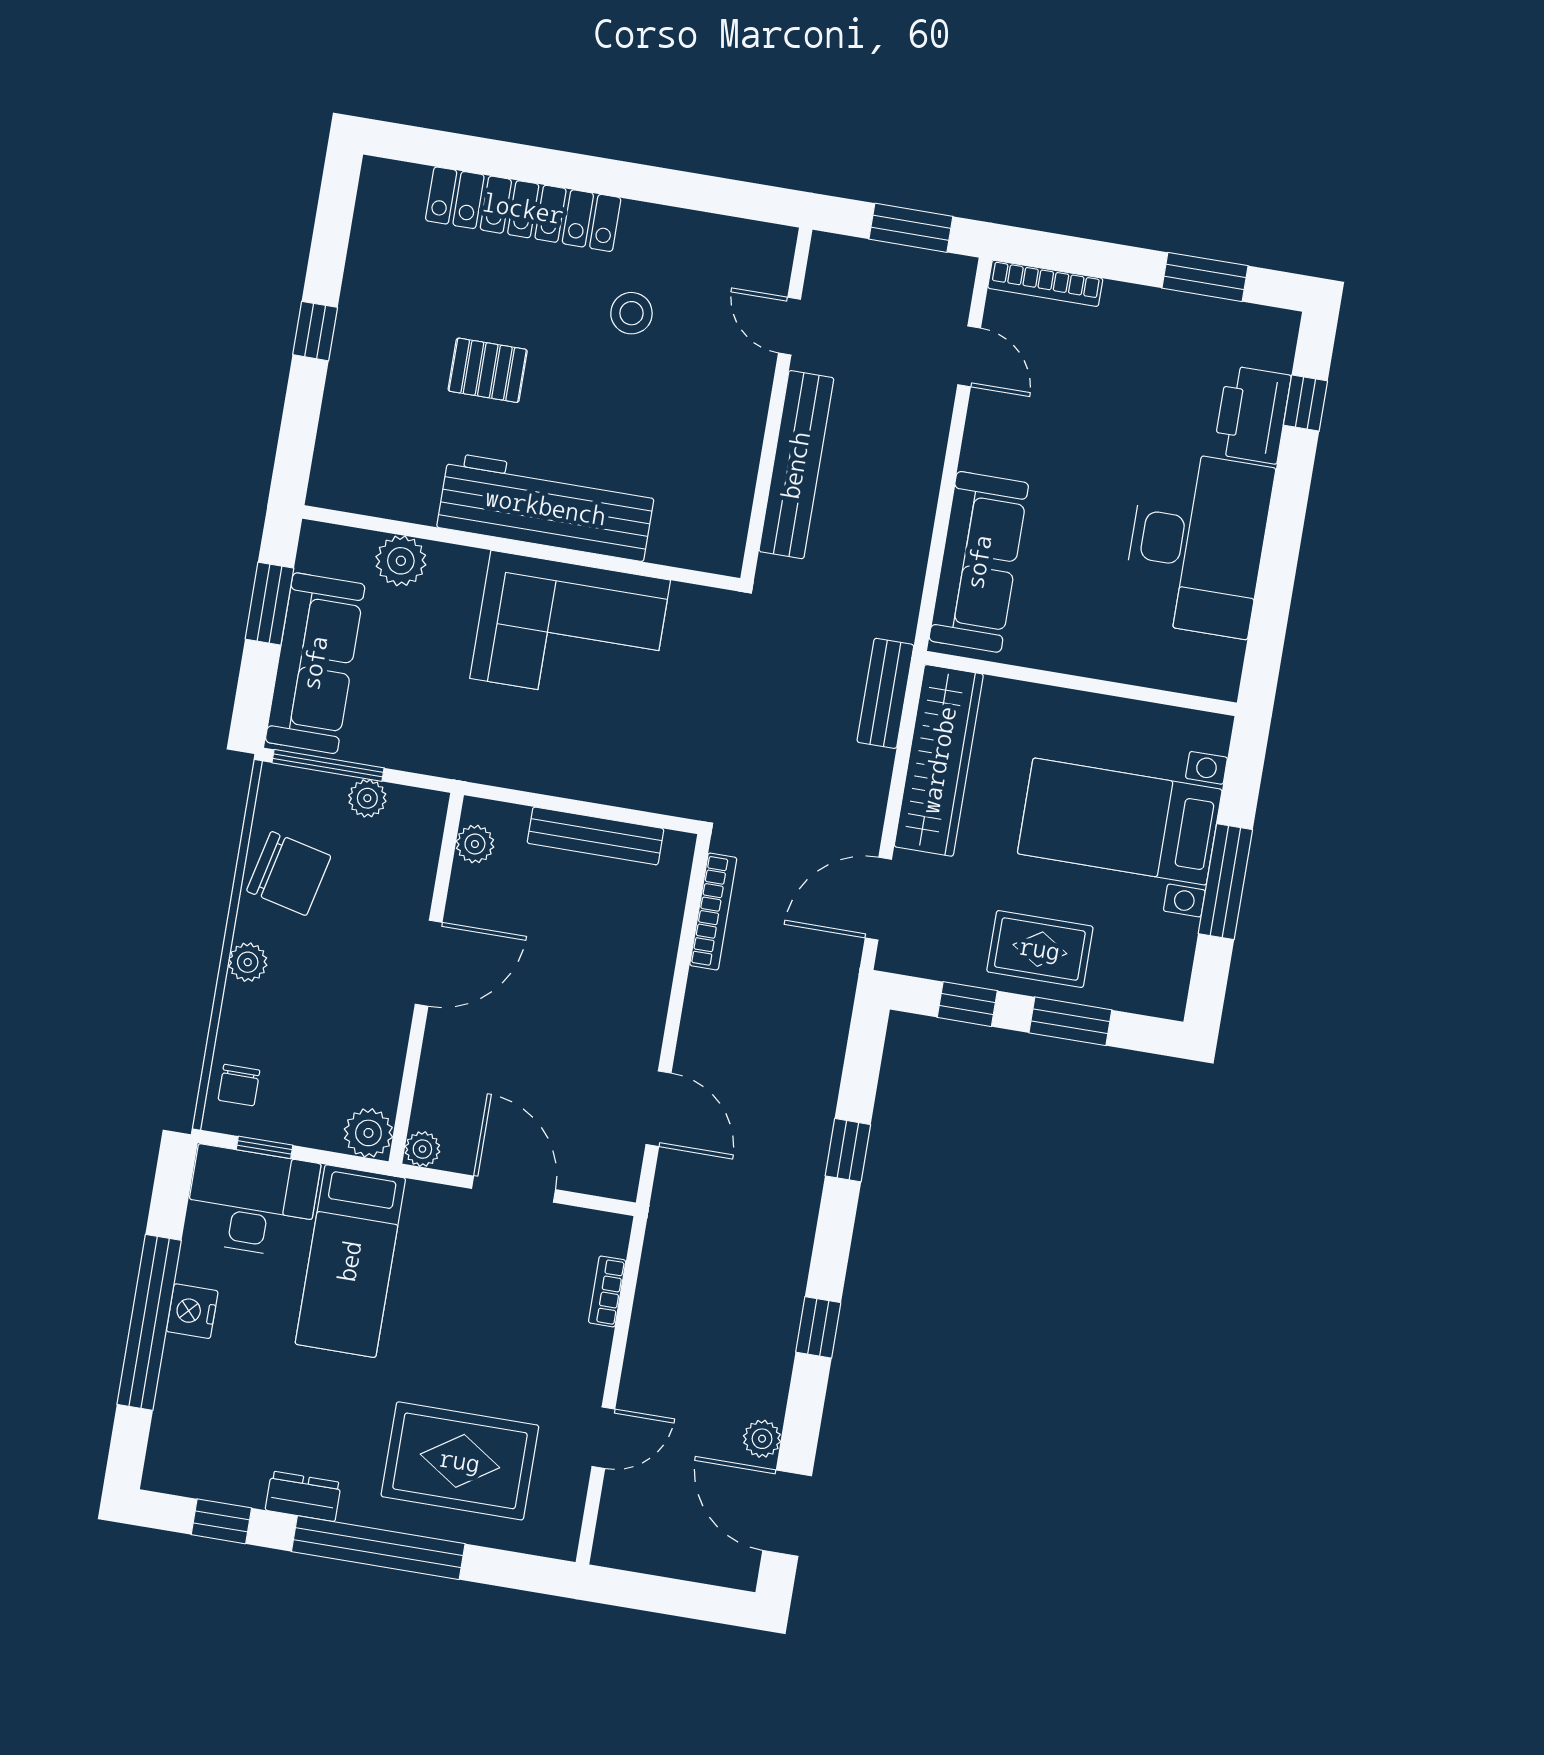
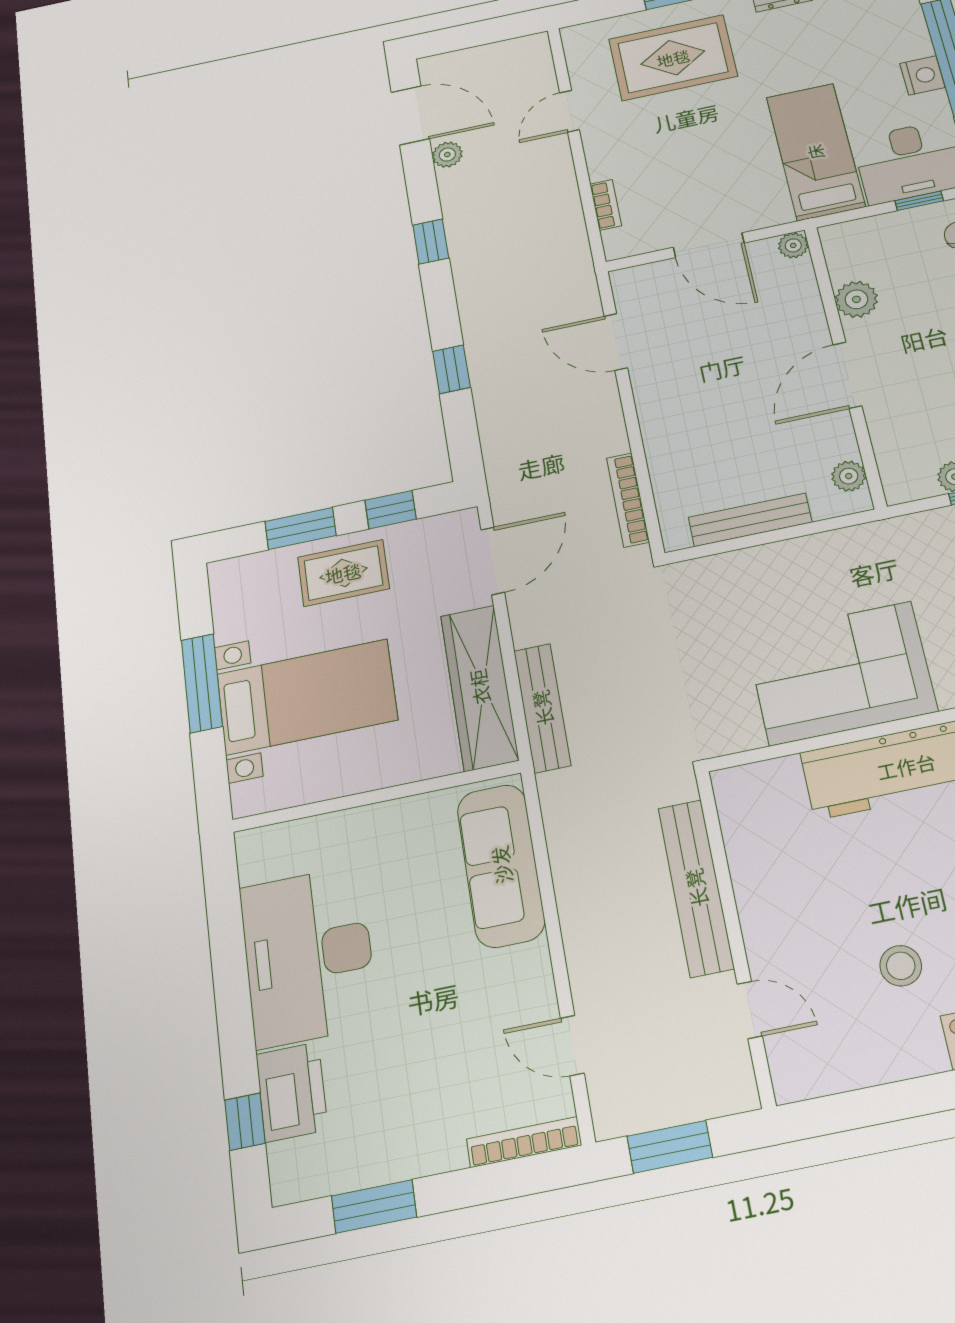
bench: (885, 693) -> (542, 708), width x1.36
plant: (368, 1133) -> (856, 299), moved

